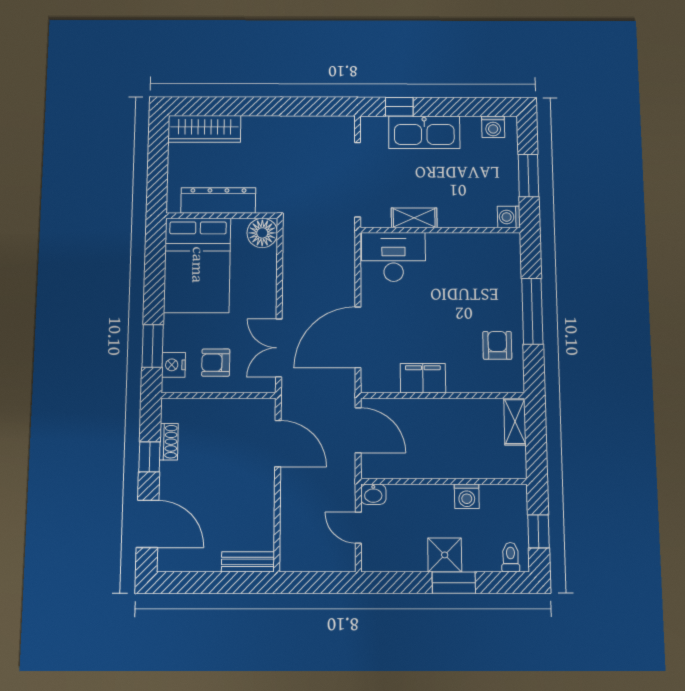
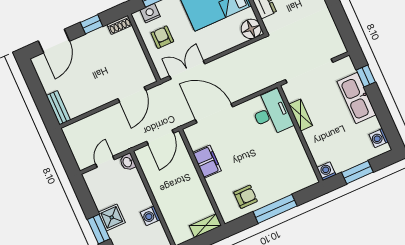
shoe rack: (169, 442) -> (120, 25), moved

